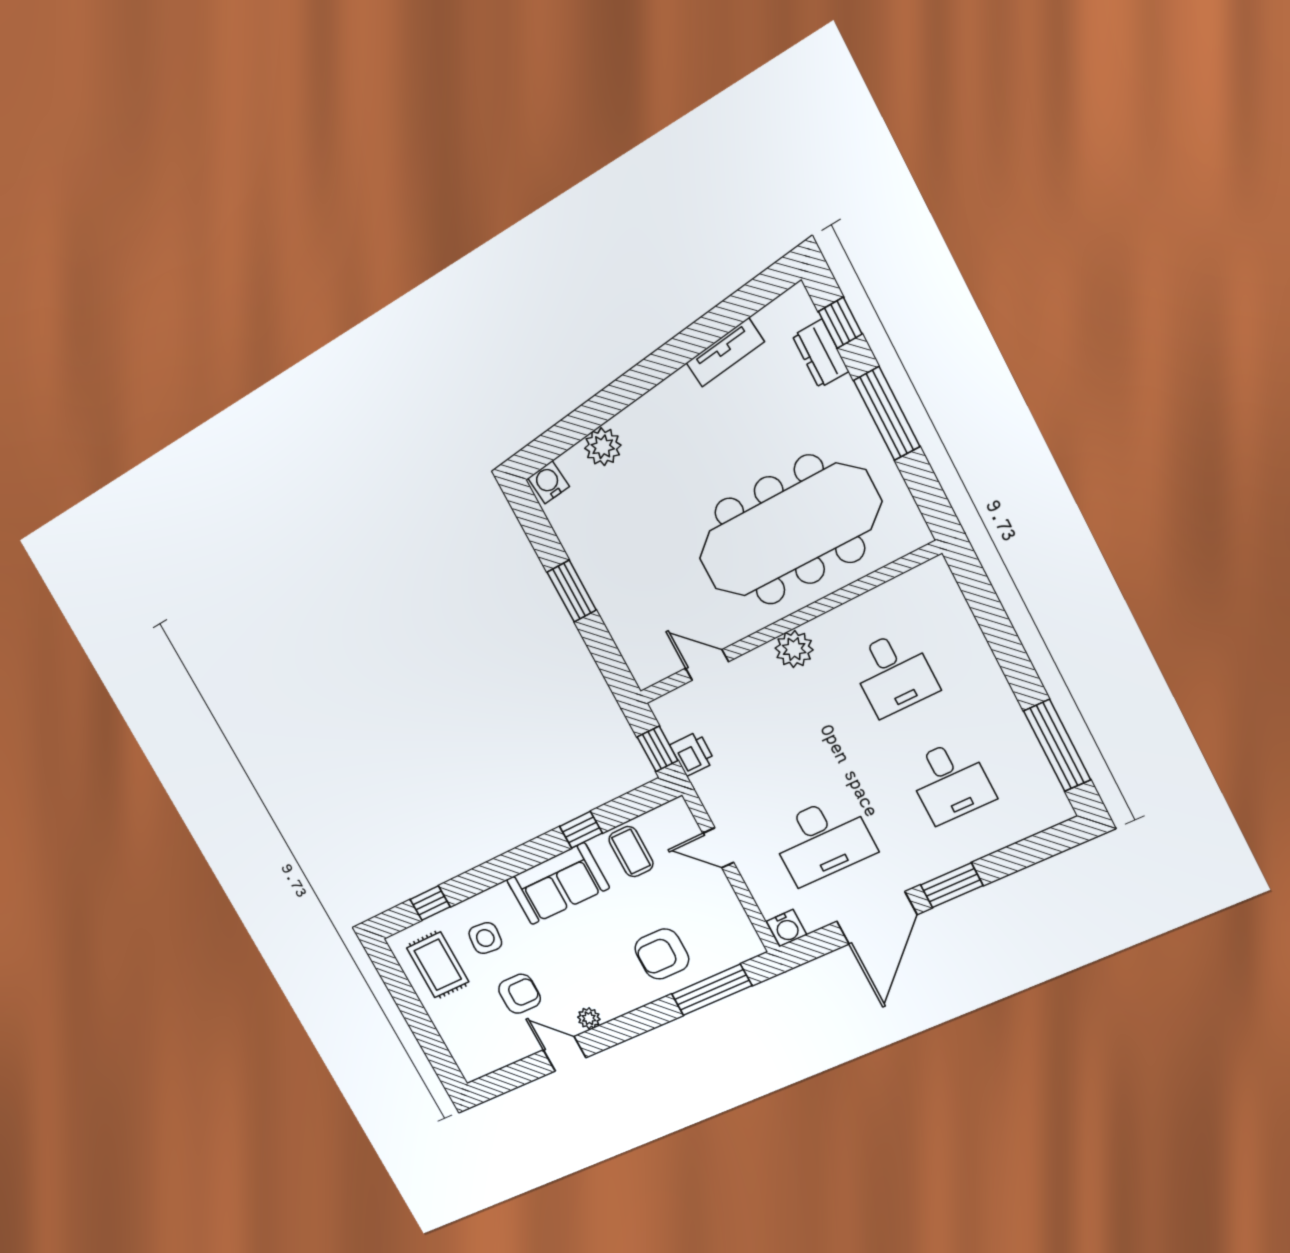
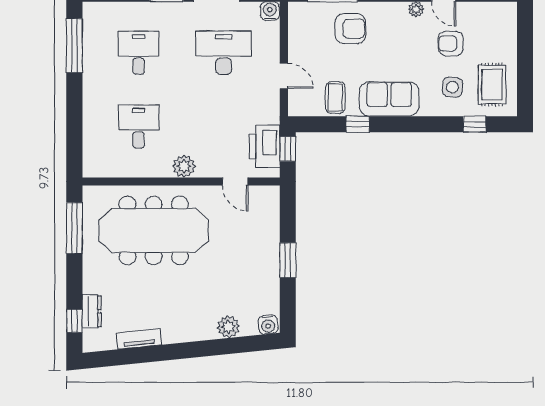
window: (887, 413) -> (74, 228), moved
printer: (693, 754) -> (265, 146), width x1.87, depth x1.48

